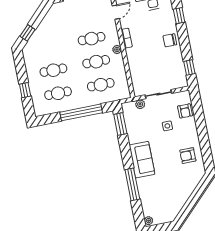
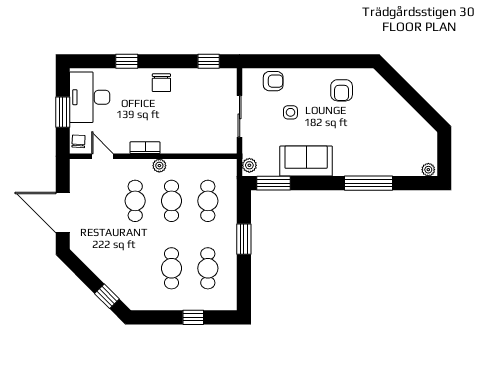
plant: (140, 104) -> (249, 165), moved
window: (81, 112) -> (244, 239), width x0.47
sofa: (142, 160) -> (306, 161), moved

